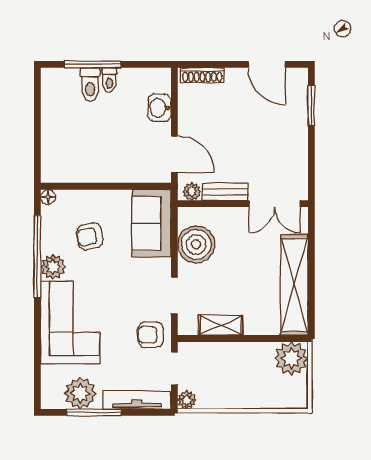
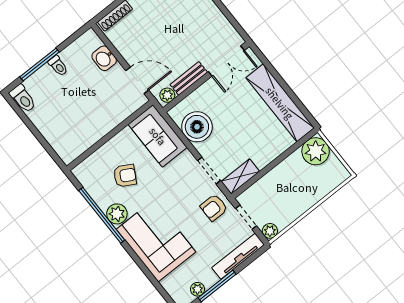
toilet: (90, 84) -> (23, 99), moved
floor lamp: (48, 197) -> (78, 172), removed
armchair: (90, 236) -> (125, 176), turned -139
shelving: (221, 325) -> (240, 176), moved
plant: (80, 393) -> (198, 289), width x0.53, depth x0.53

